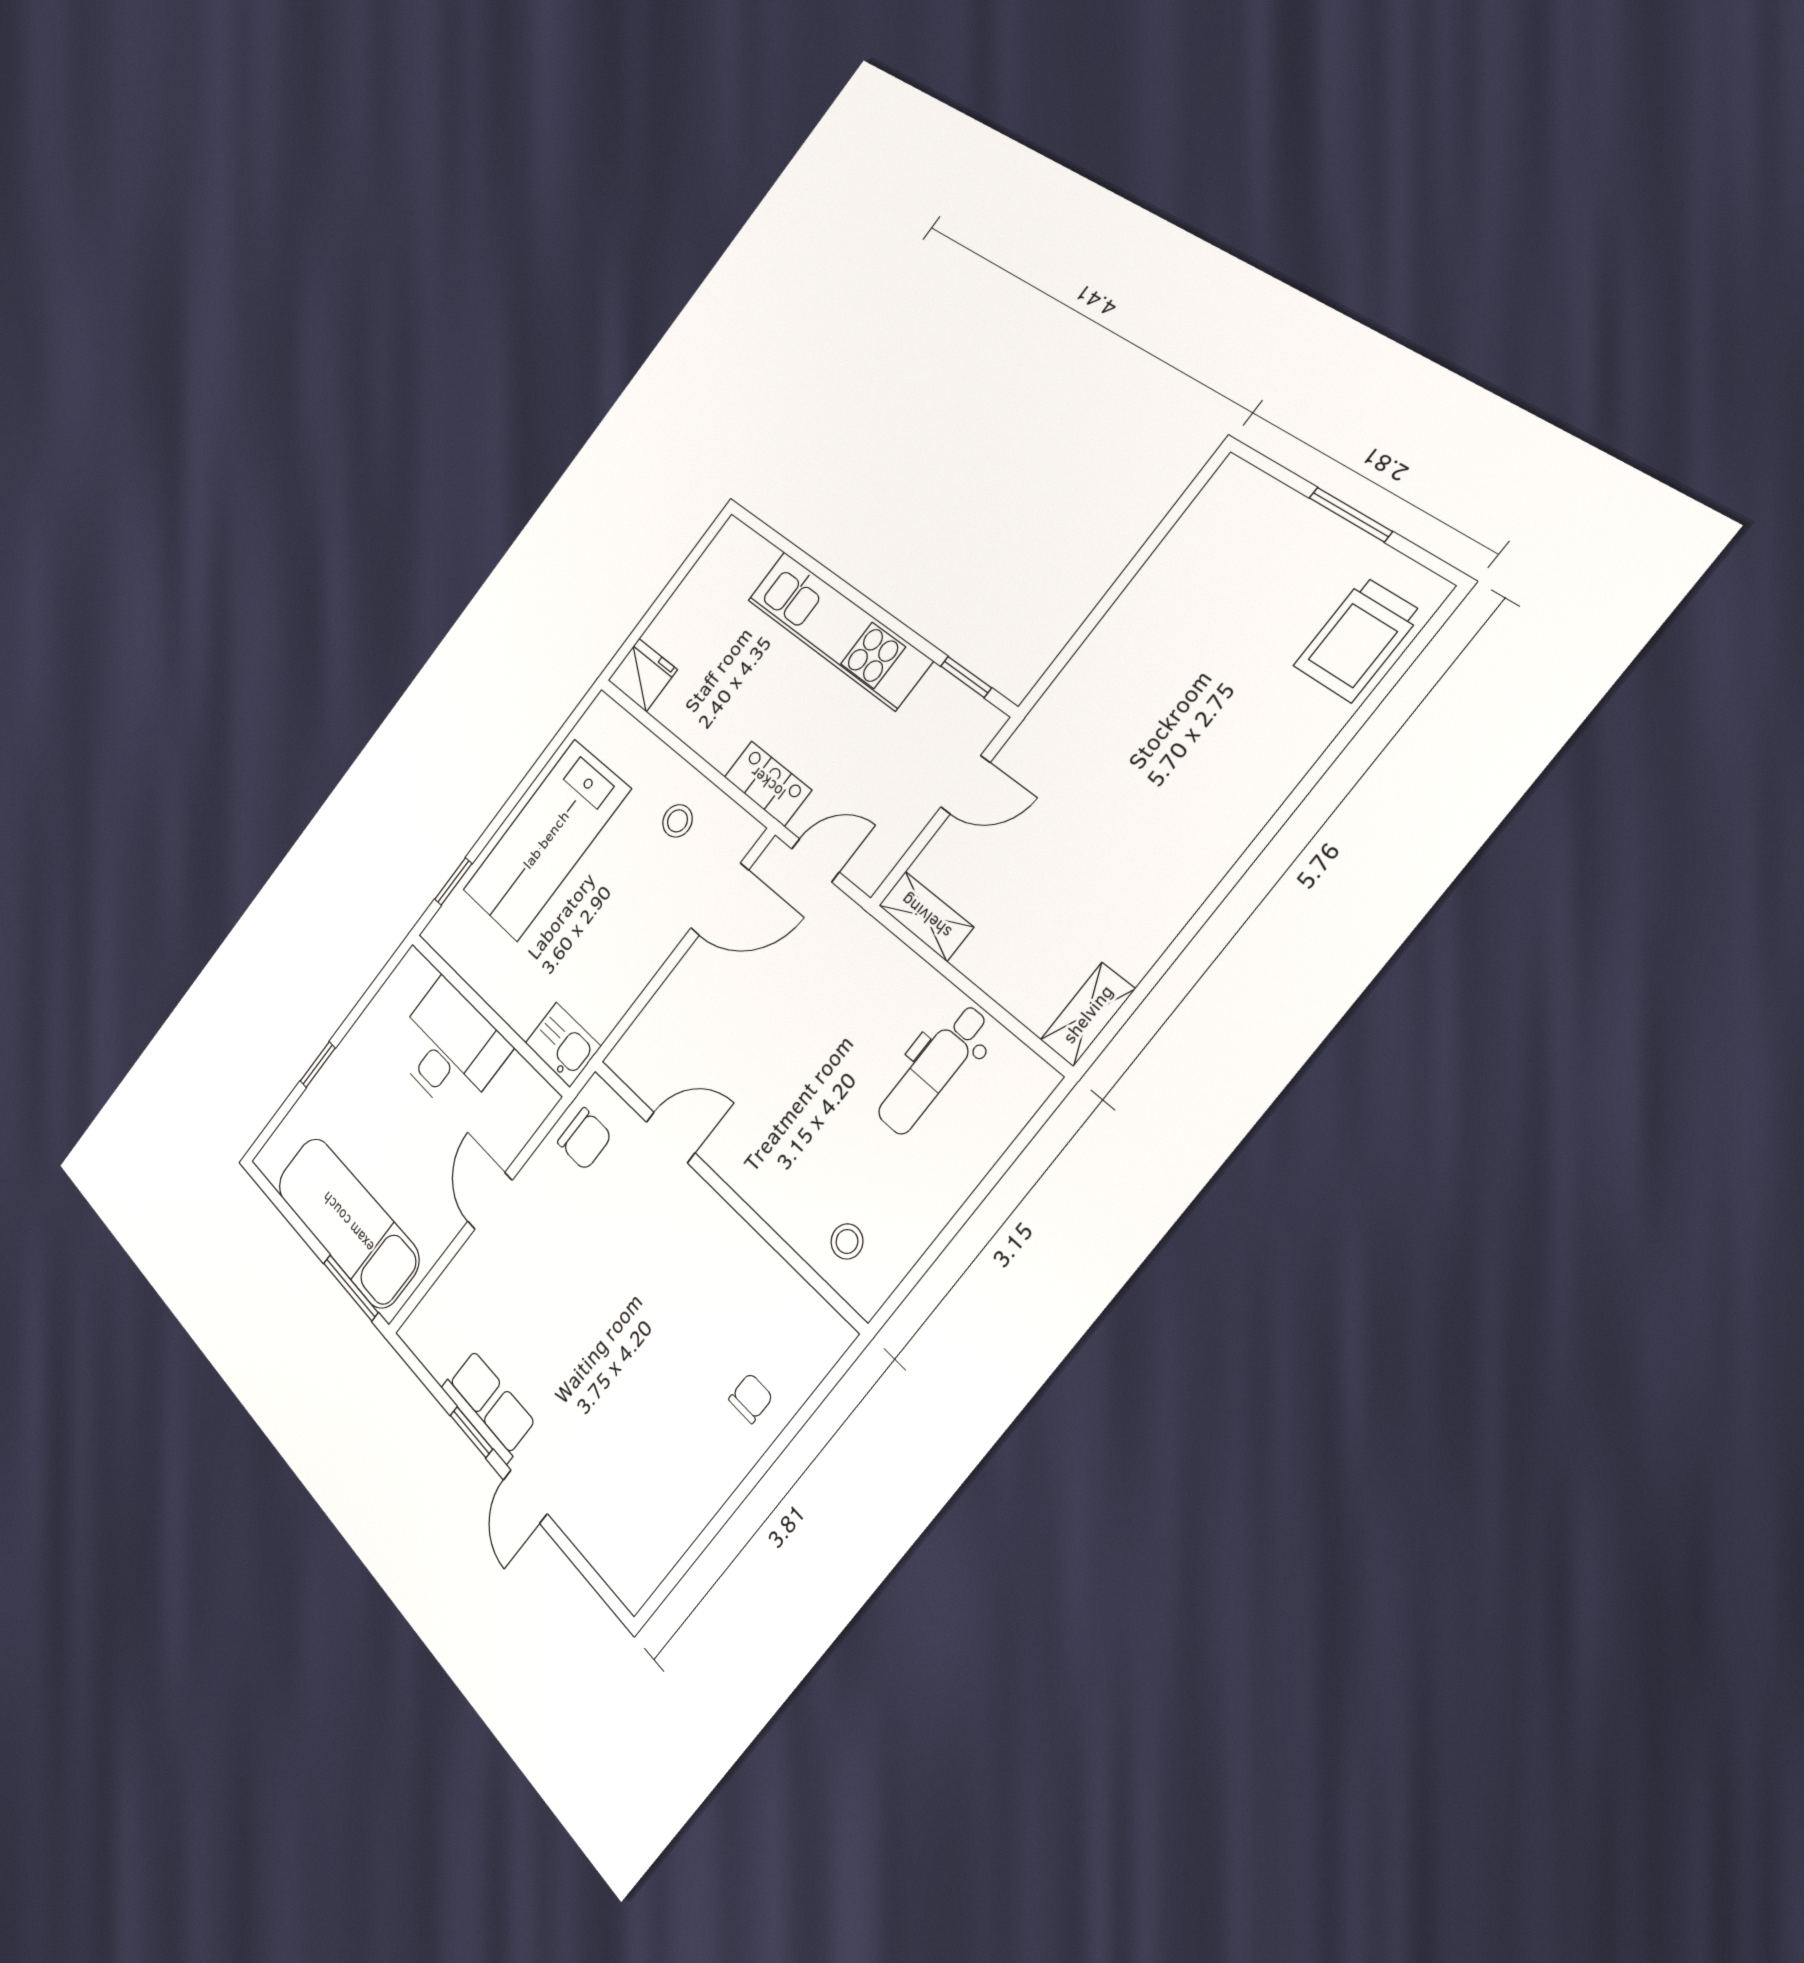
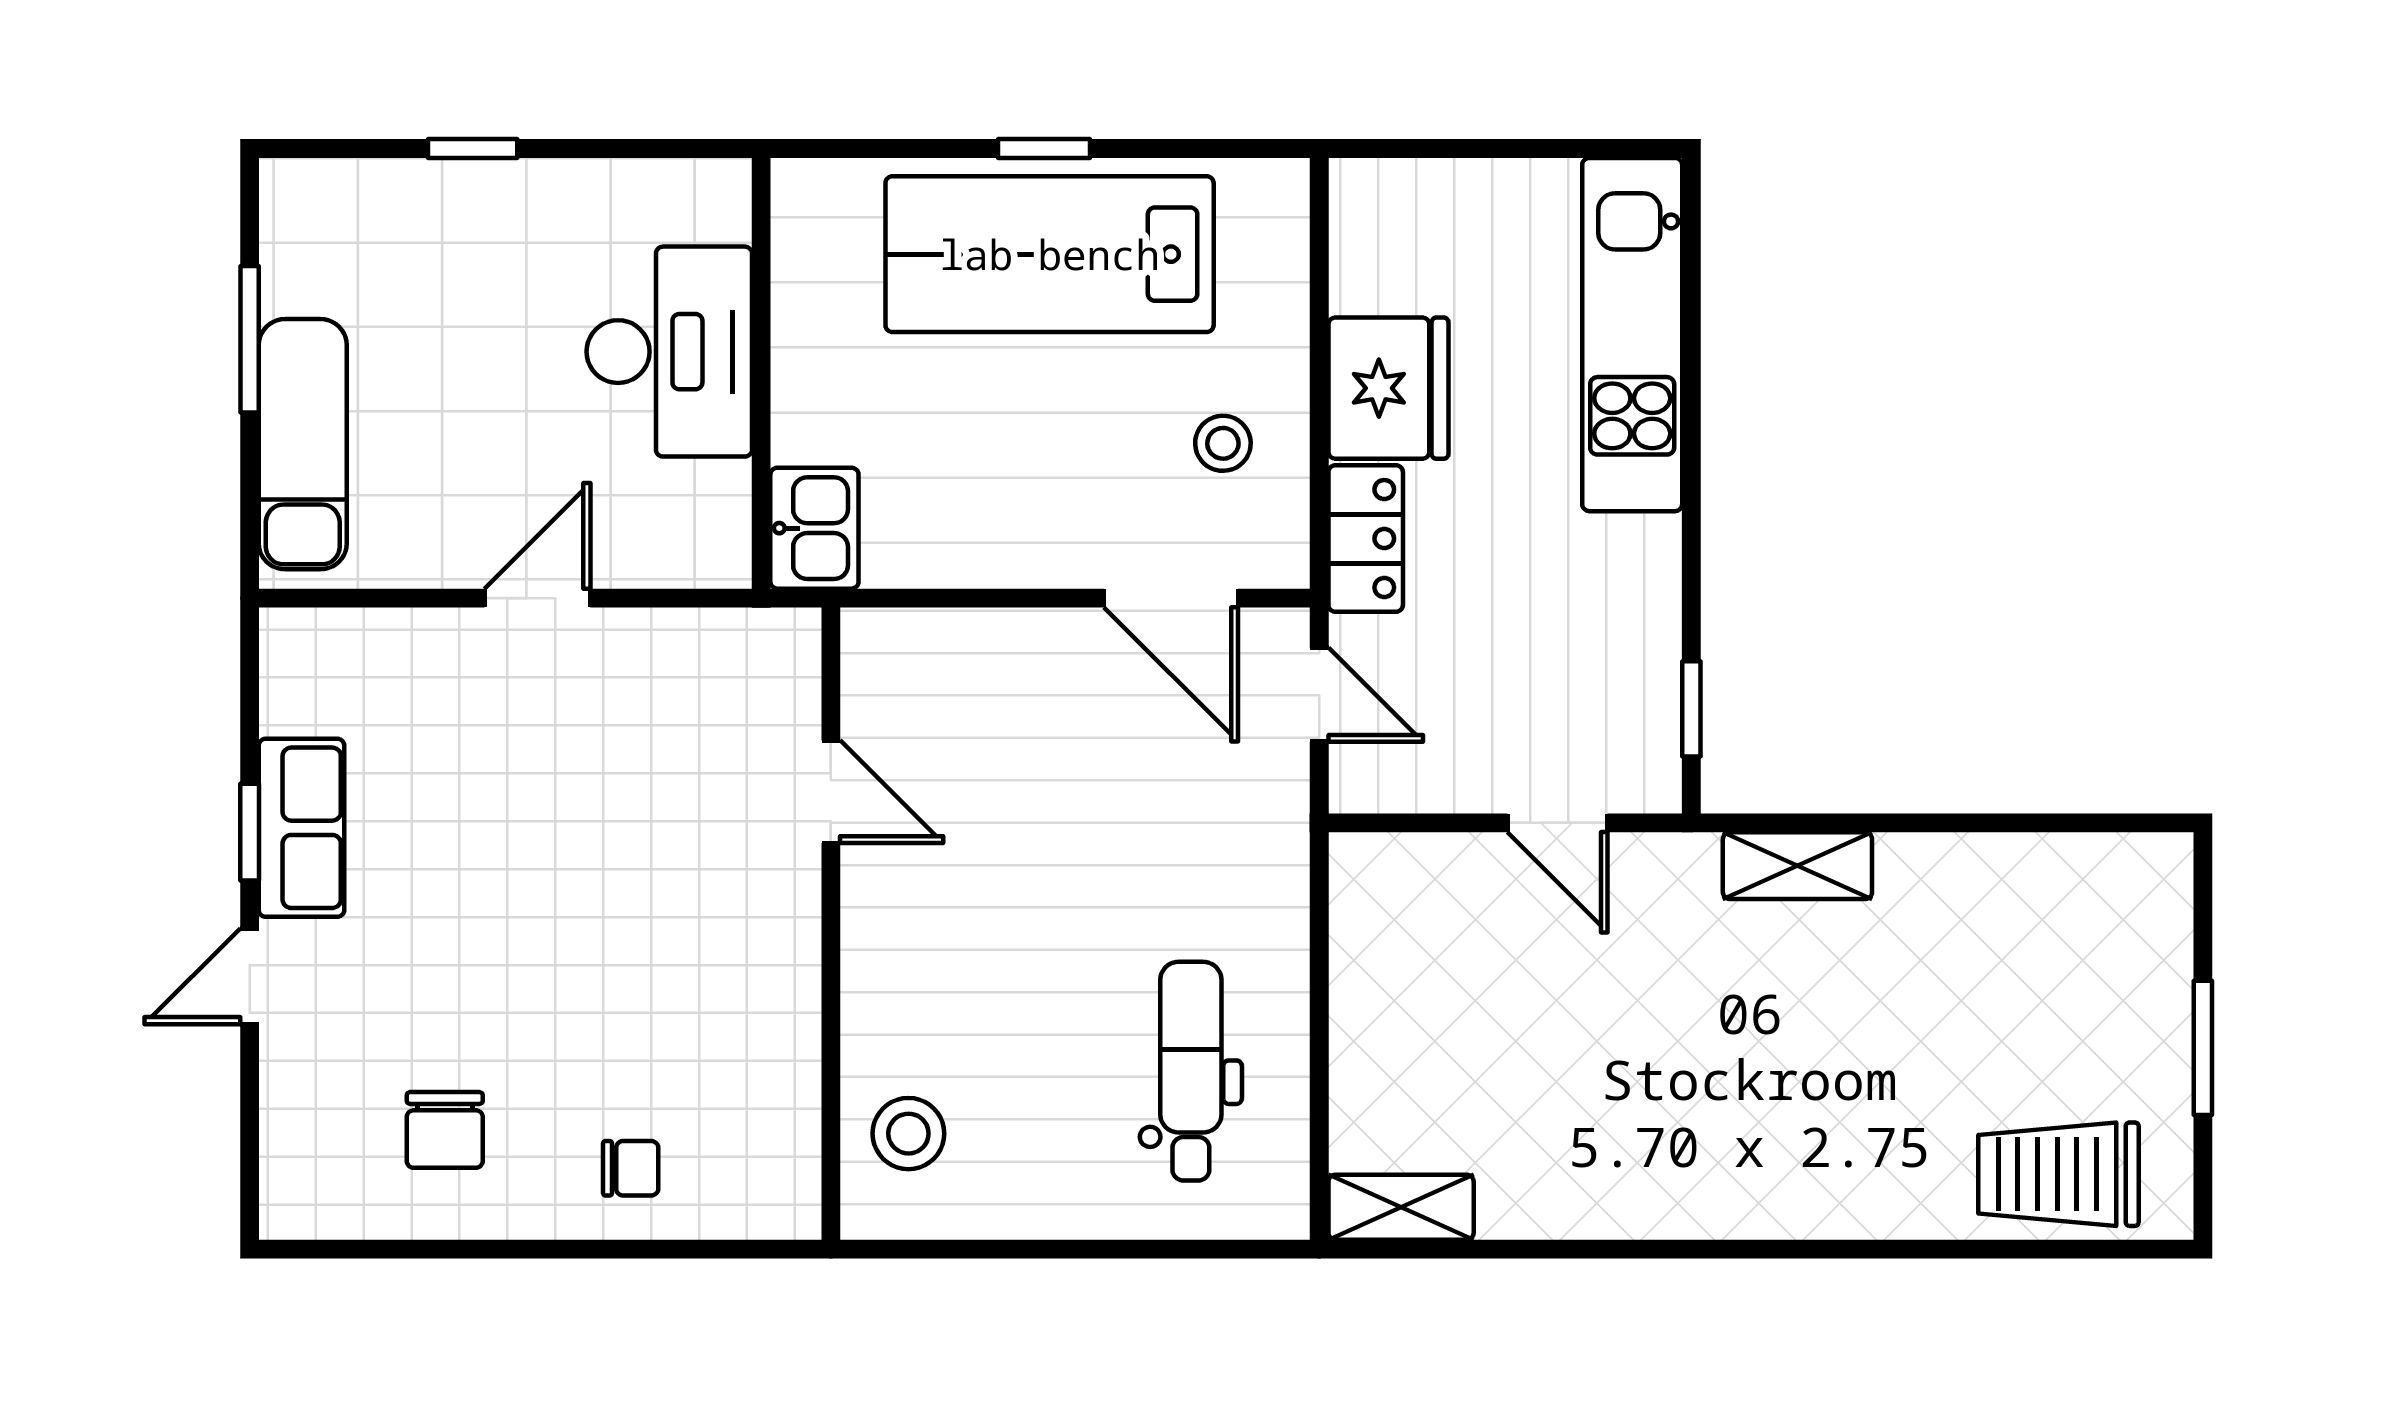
kitchen unit: (838, 630) -> (1632, 335), moved
fridge: (642, 675) -> (1388, 388), moved, width x1.36, depth x1.34
window: (453, 881) -> (1044, 148), moved
shelving: (926, 916) -> (1797, 866), moved, turned 90
dental chair: (933, 1069) -> (1191, 1071), turned 90
chair: (585, 1139) -> (445, 1130), moved
exam couch: (348, 1222) -> (303, 444), width x0.73, depth x0.69
stool: (847, 1241) -> (908, 1134), width x1.37, depth x1.37
window: (351, 1288) -> (250, 339), moved

